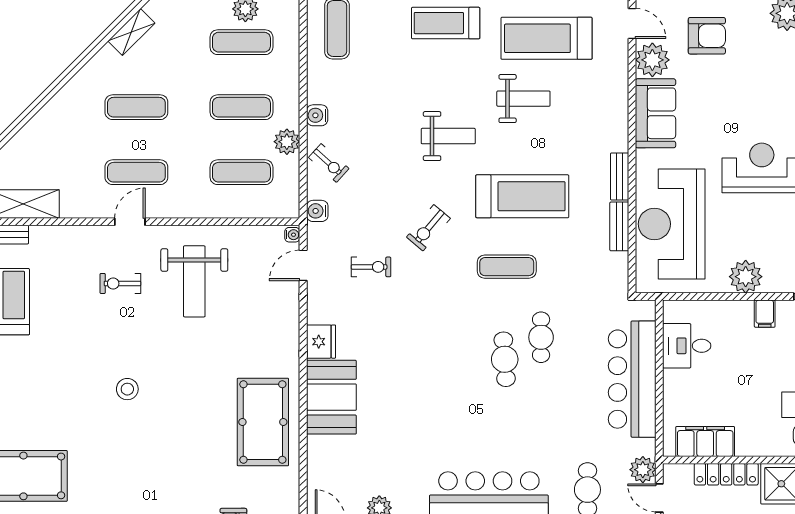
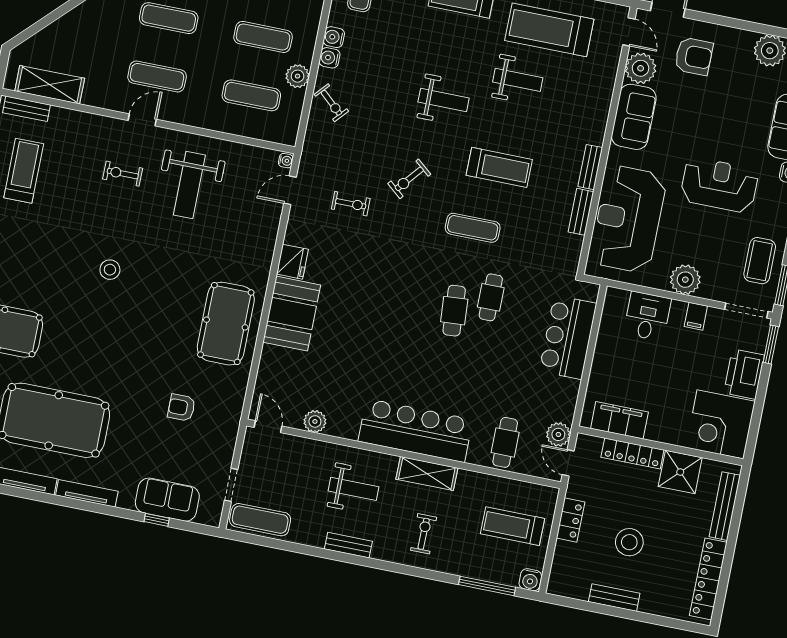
treadmill: (522, 196) -> (499, 167), width x0.73, depth x0.73
water cooler: (317, 211) -> (334, 37), moved
desk: (687, 346) -> (647, 316), moved, turned 90
bar counter: (632, 379) -> (568, 337), width x0.73

